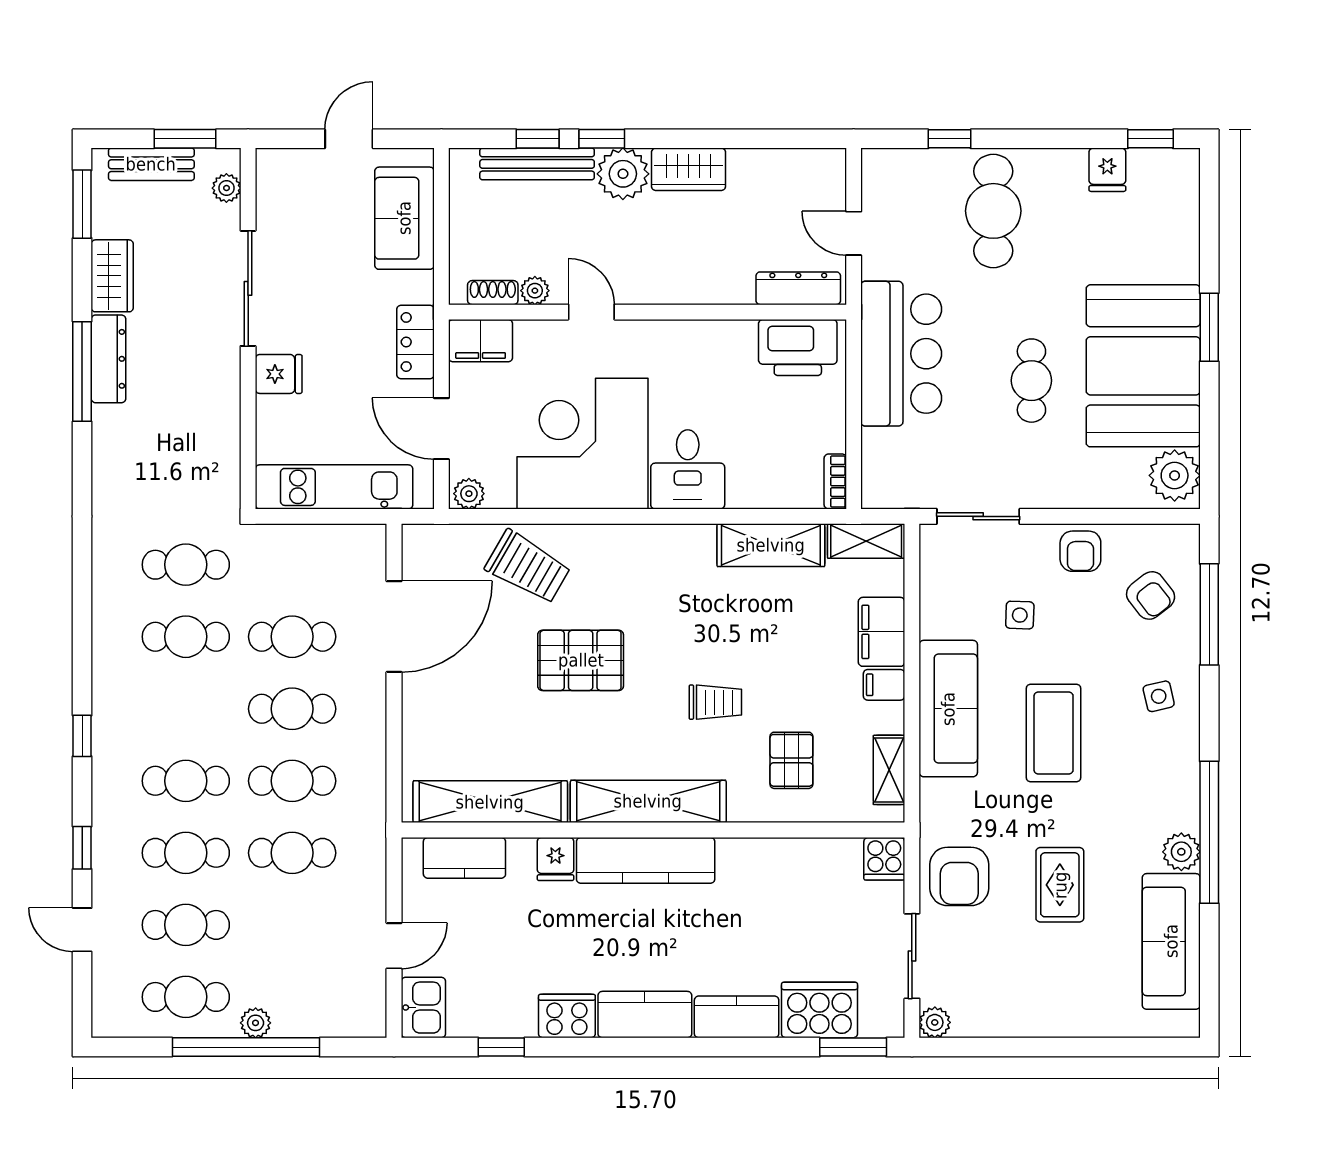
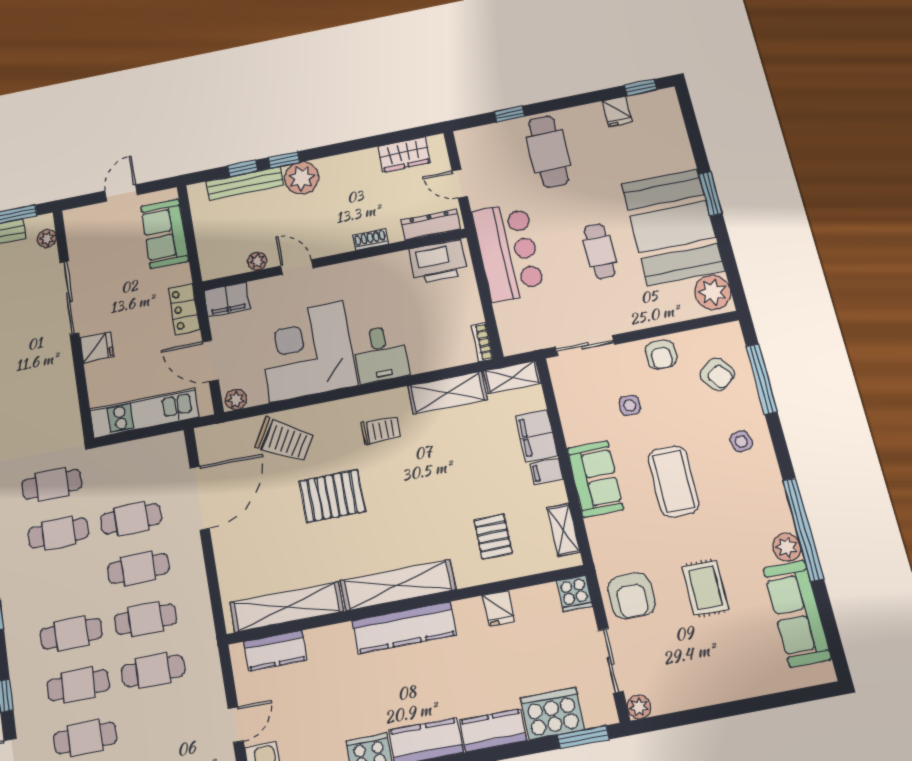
wardrobe: (689, 169) -> (404, 154), moved
shoe rack: (493, 293) -> (370, 240), moved
trolley: (715, 702) -> (381, 430), moved
sofa: (948, 709) -> (595, 479), width x0.73
fridge: (555, 859) -> (499, 608), moved

